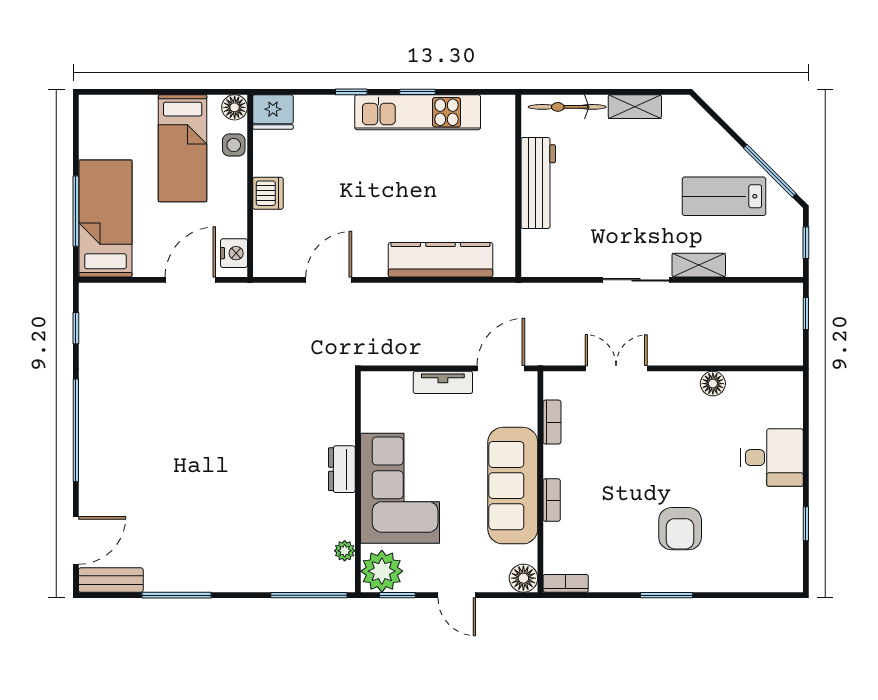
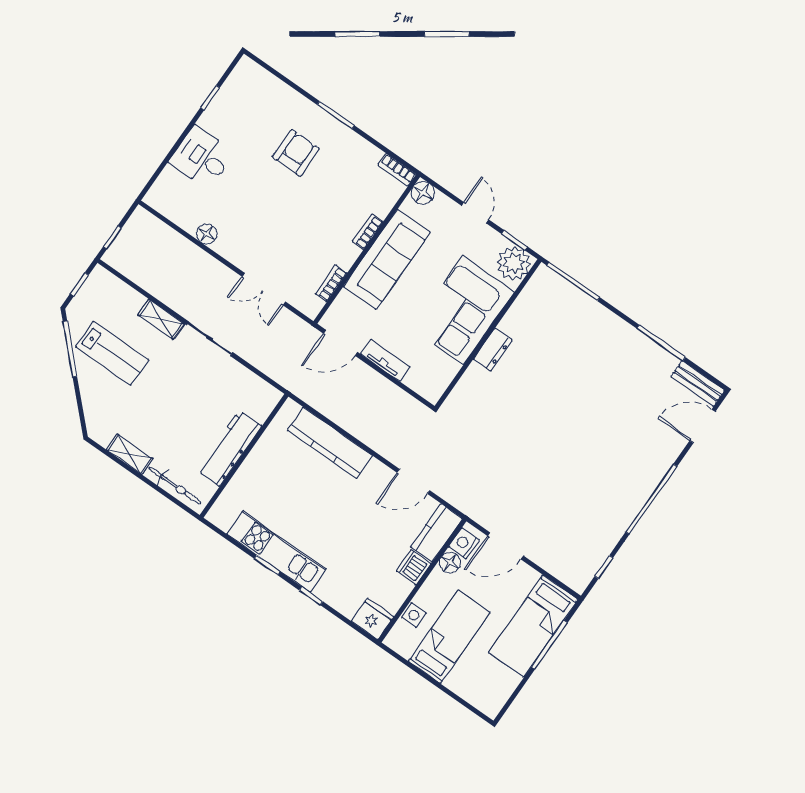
floor lamp: (235, 107) -> (450, 563), moved
kitchen counter: (269, 244) -> (437, 533), added
plant: (345, 551) -> (529, 294), removed

